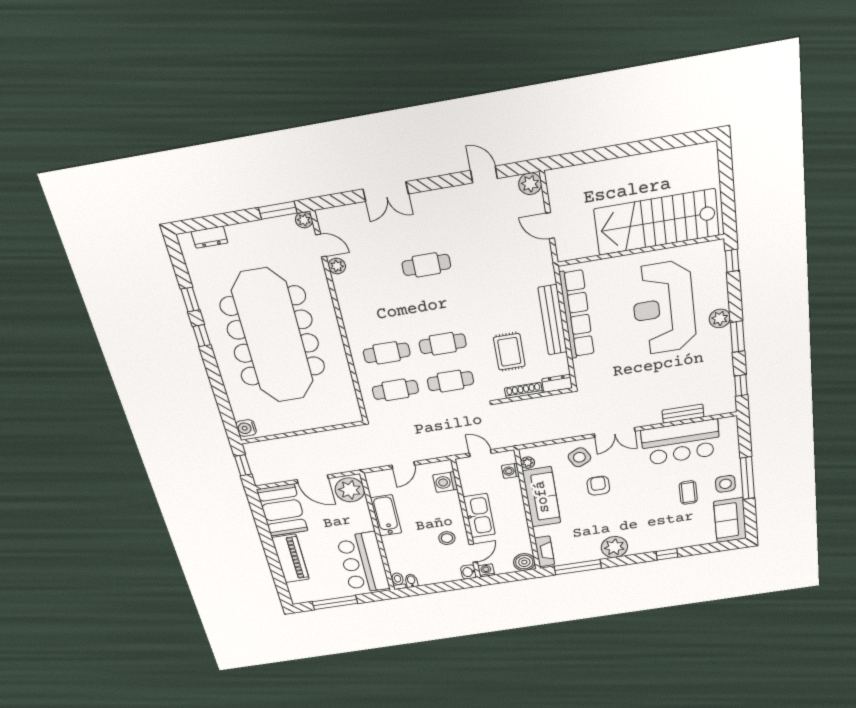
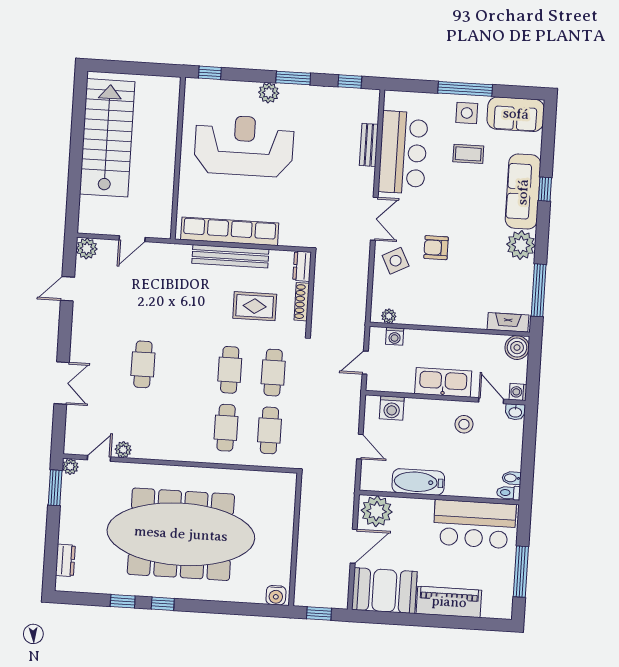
stairs: (657, 222) -> (107, 138), moved, turned 180
reception desk: (664, 308) -> (244, 146), turned 180
sofa: (542, 497) -> (523, 192), moved, turned -90

